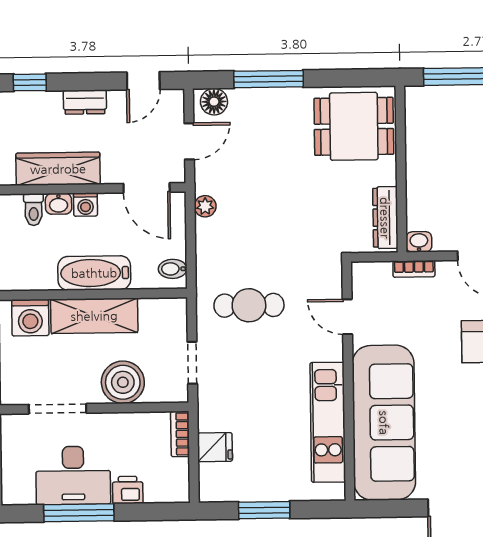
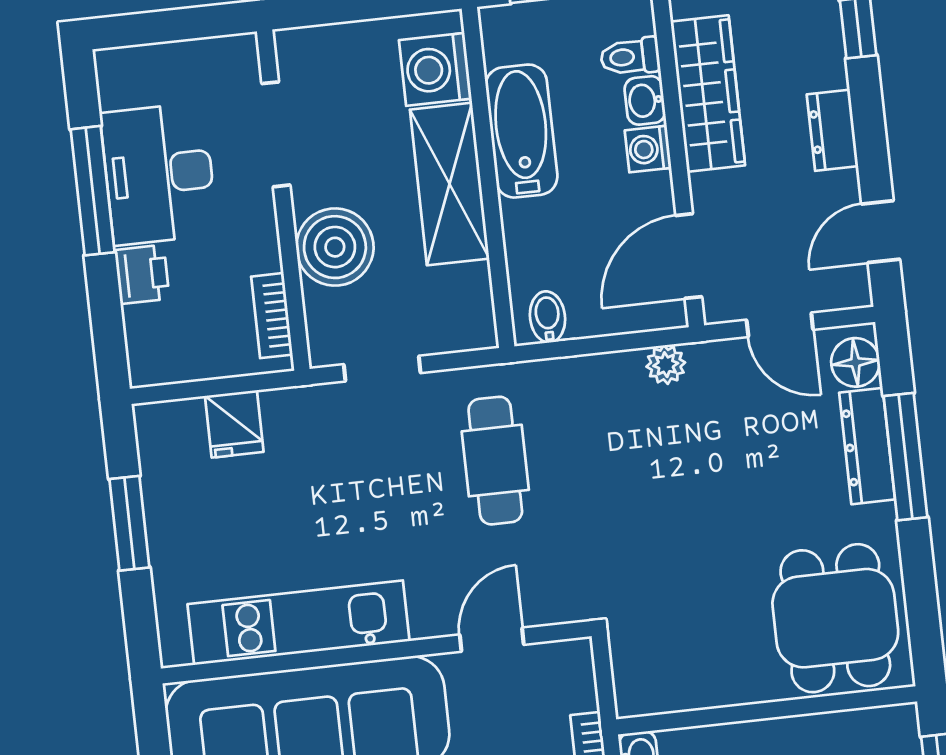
door: (143, 81) -> (881, 232), hinge flipped
dresser: (385, 218) -> (867, 446), moved, turned -90
bathtub: (94, 273) -> (521, 131), moved
bookcase: (180, 434) -> (272, 316), moved, turned -90

